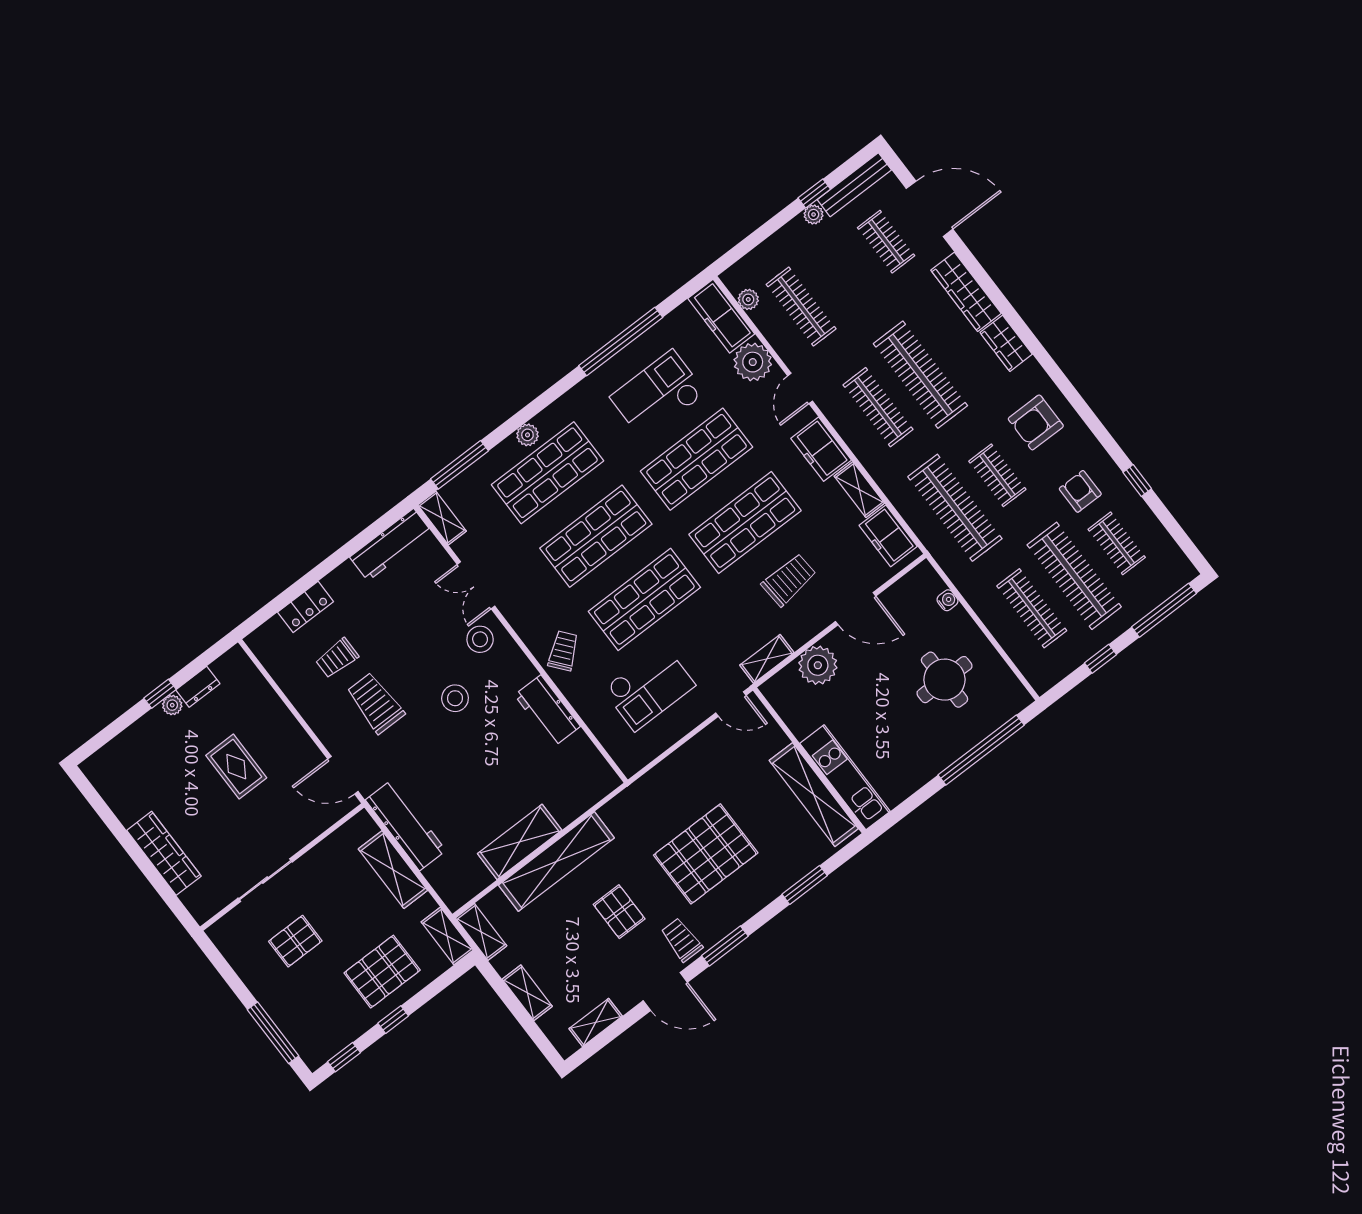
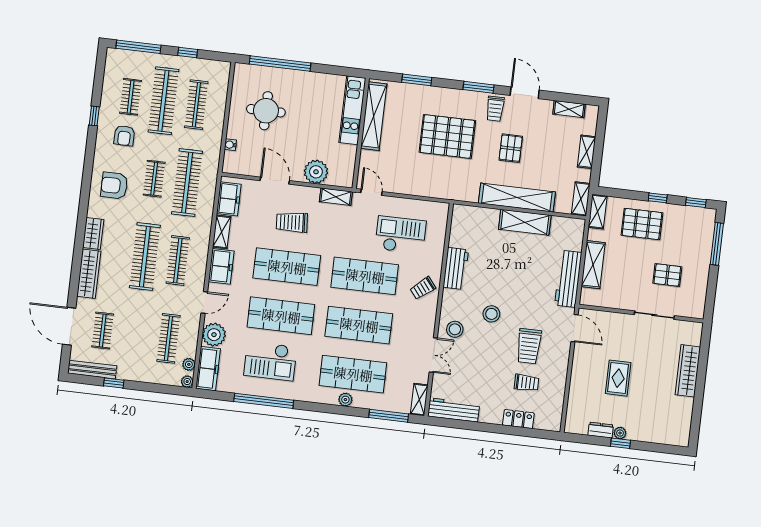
plant: (814, 214) -> (187, 382), moved
armchair: (1036, 422) -> (114, 186), turned 180

